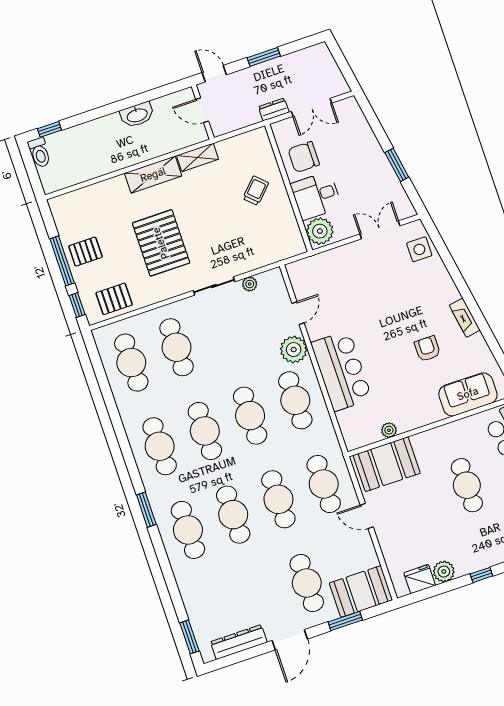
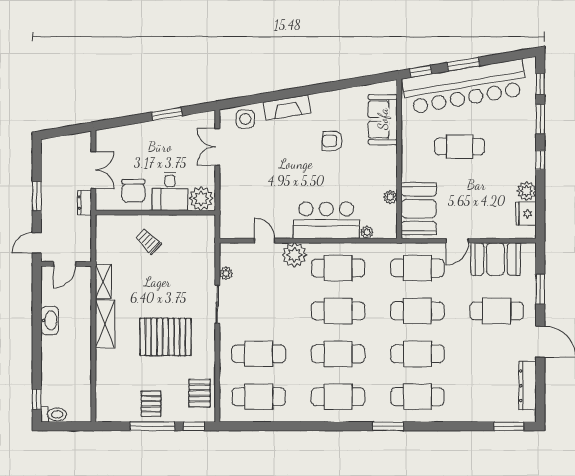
fireplace: (465, 318) -> (287, 107), moved, width x1.37, depth x1.32
plant: (343, 418) -> (367, 232), added
booth: (361, 591) -> (495, 259), moved, turned 90

